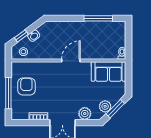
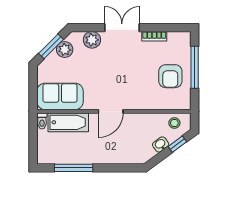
bathtub: (102, 52) -> (68, 122), added

